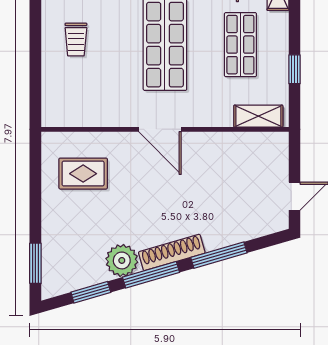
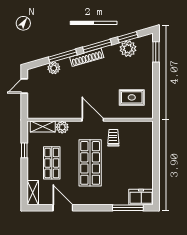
trolley: (76, 39) -> (113, 138), moved
plant: (220, 115) -> (62, 127), added
plant: (237, 231) -> (54, 68), added
plant: (122, 260) -> (128, 49), moved

